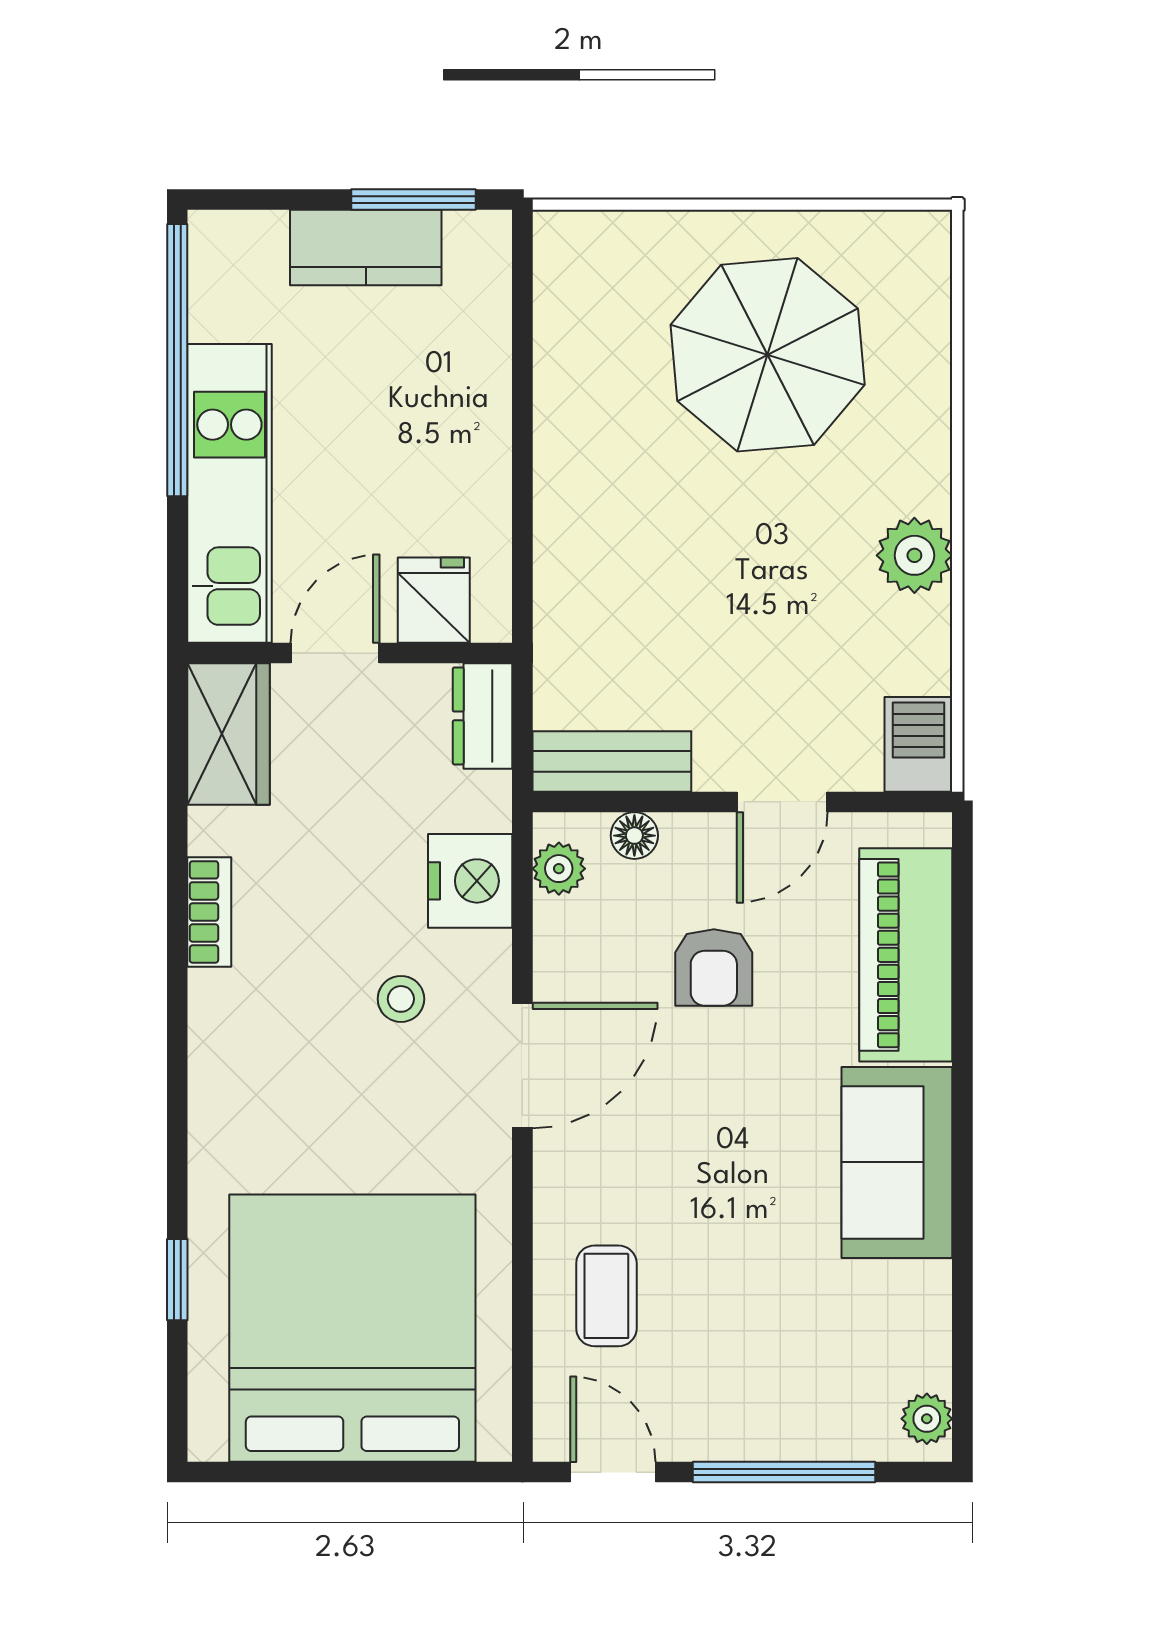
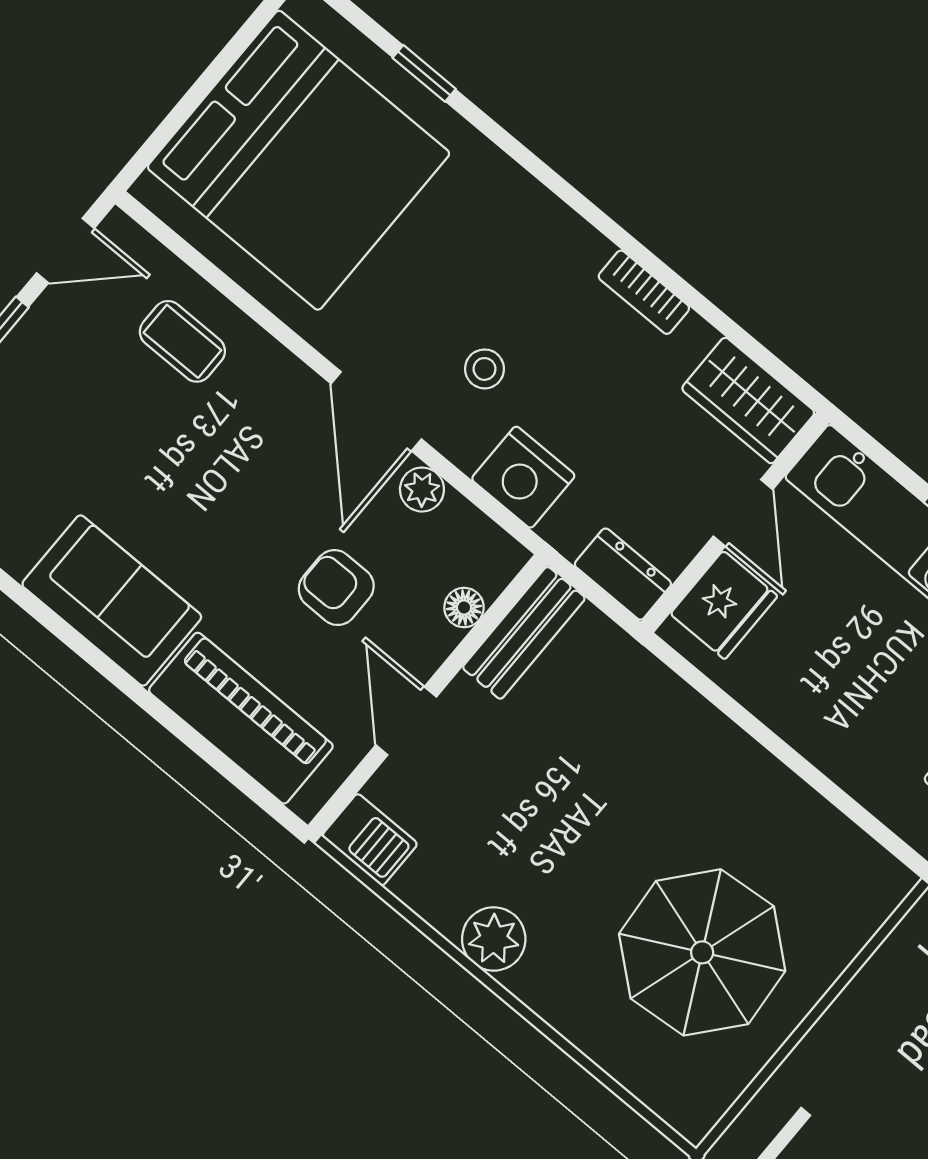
fridge: (434, 600) -> (724, 605), width x1.38
plant: (559, 869) -> (422, 490), moved

